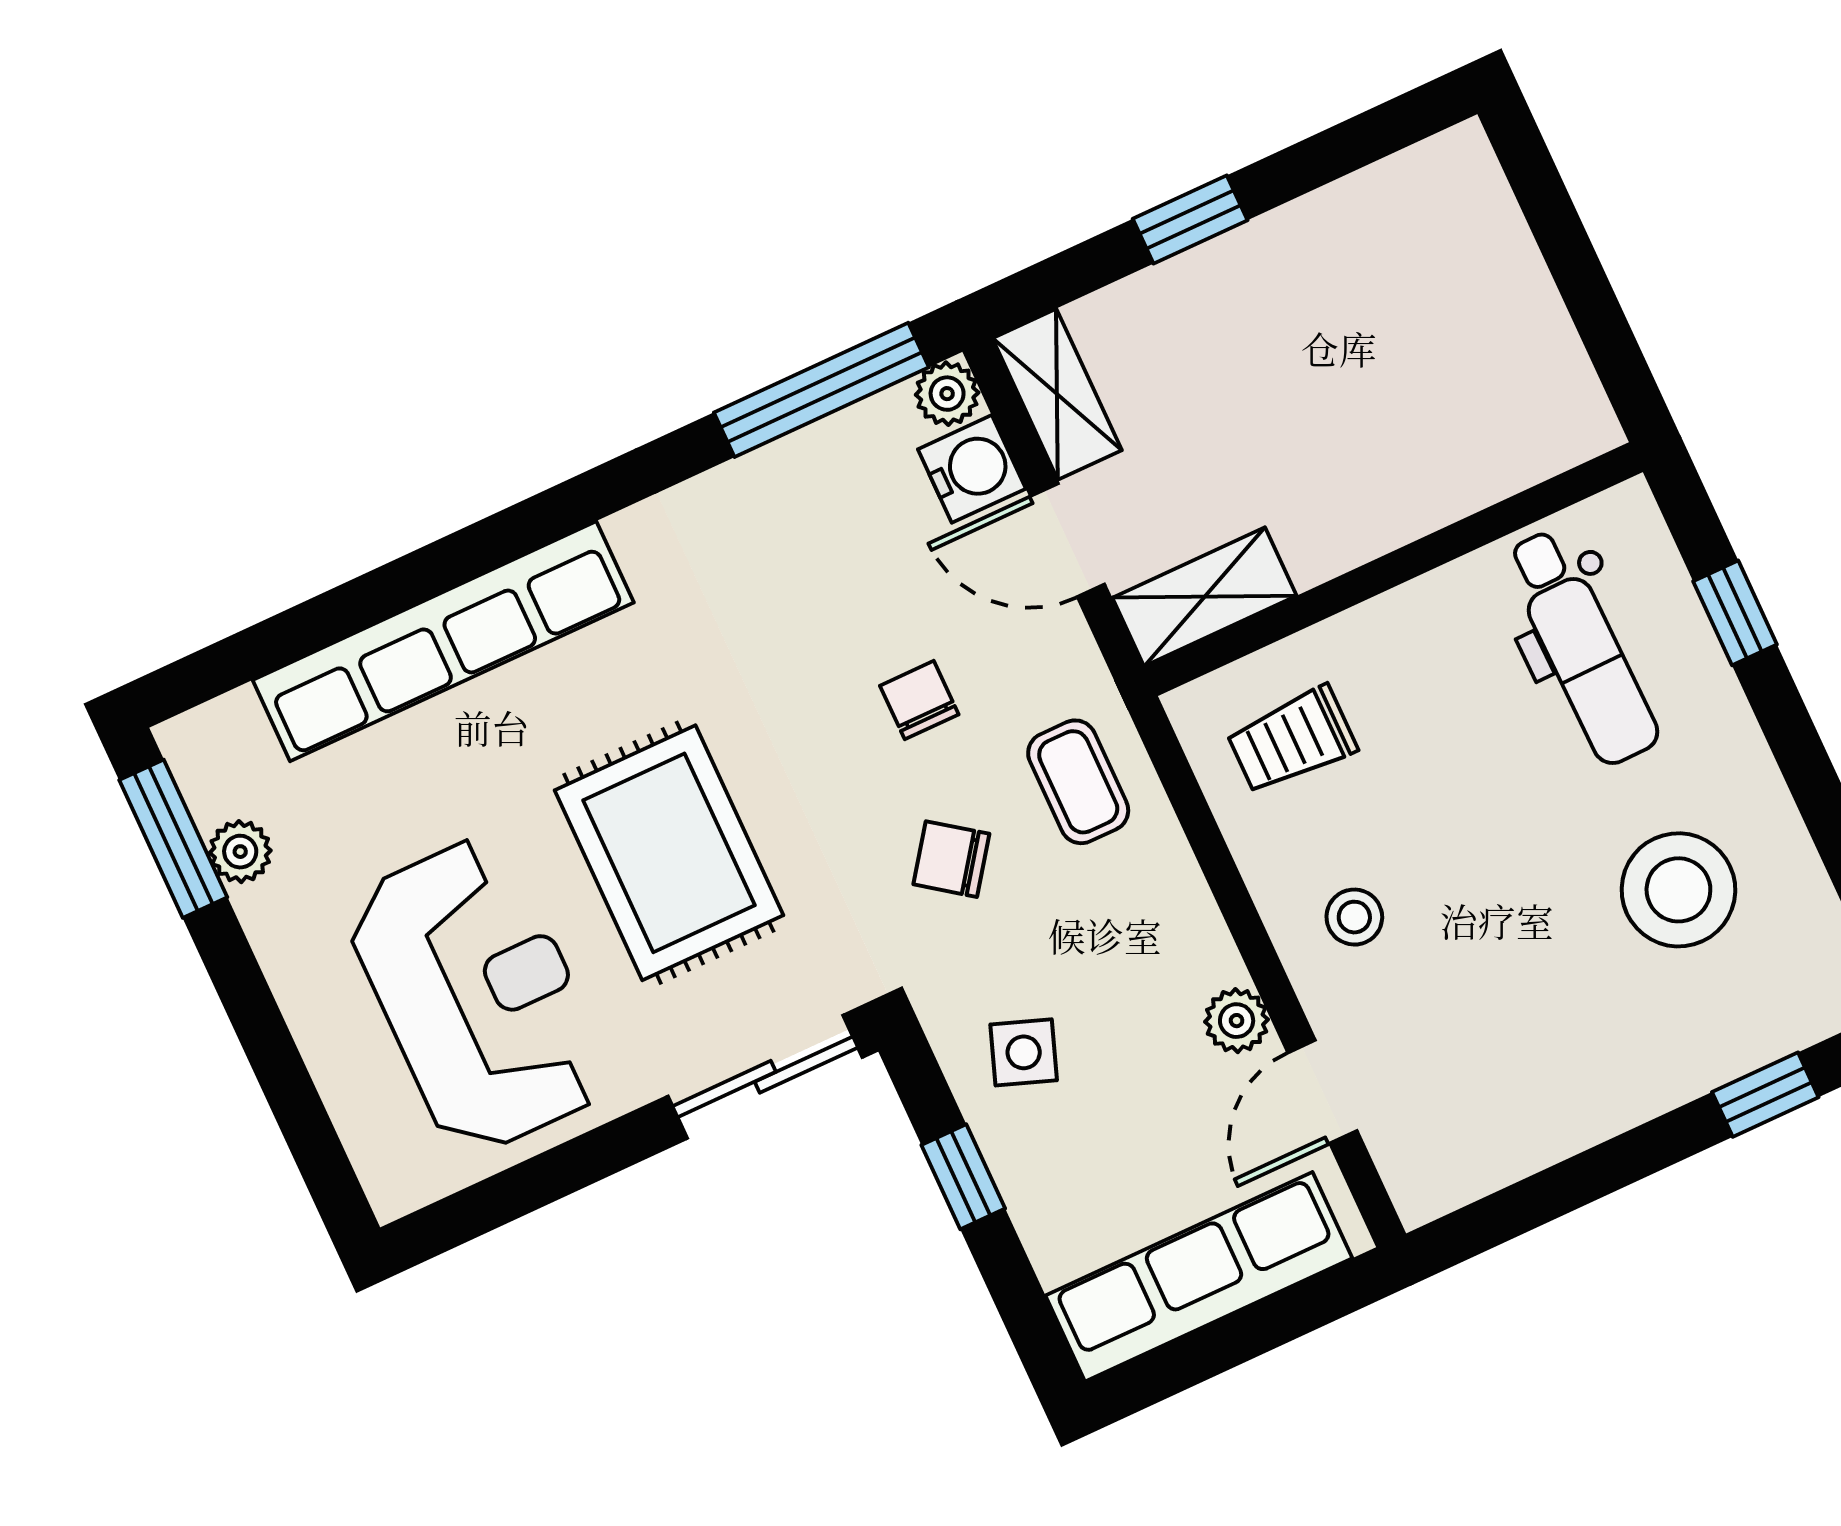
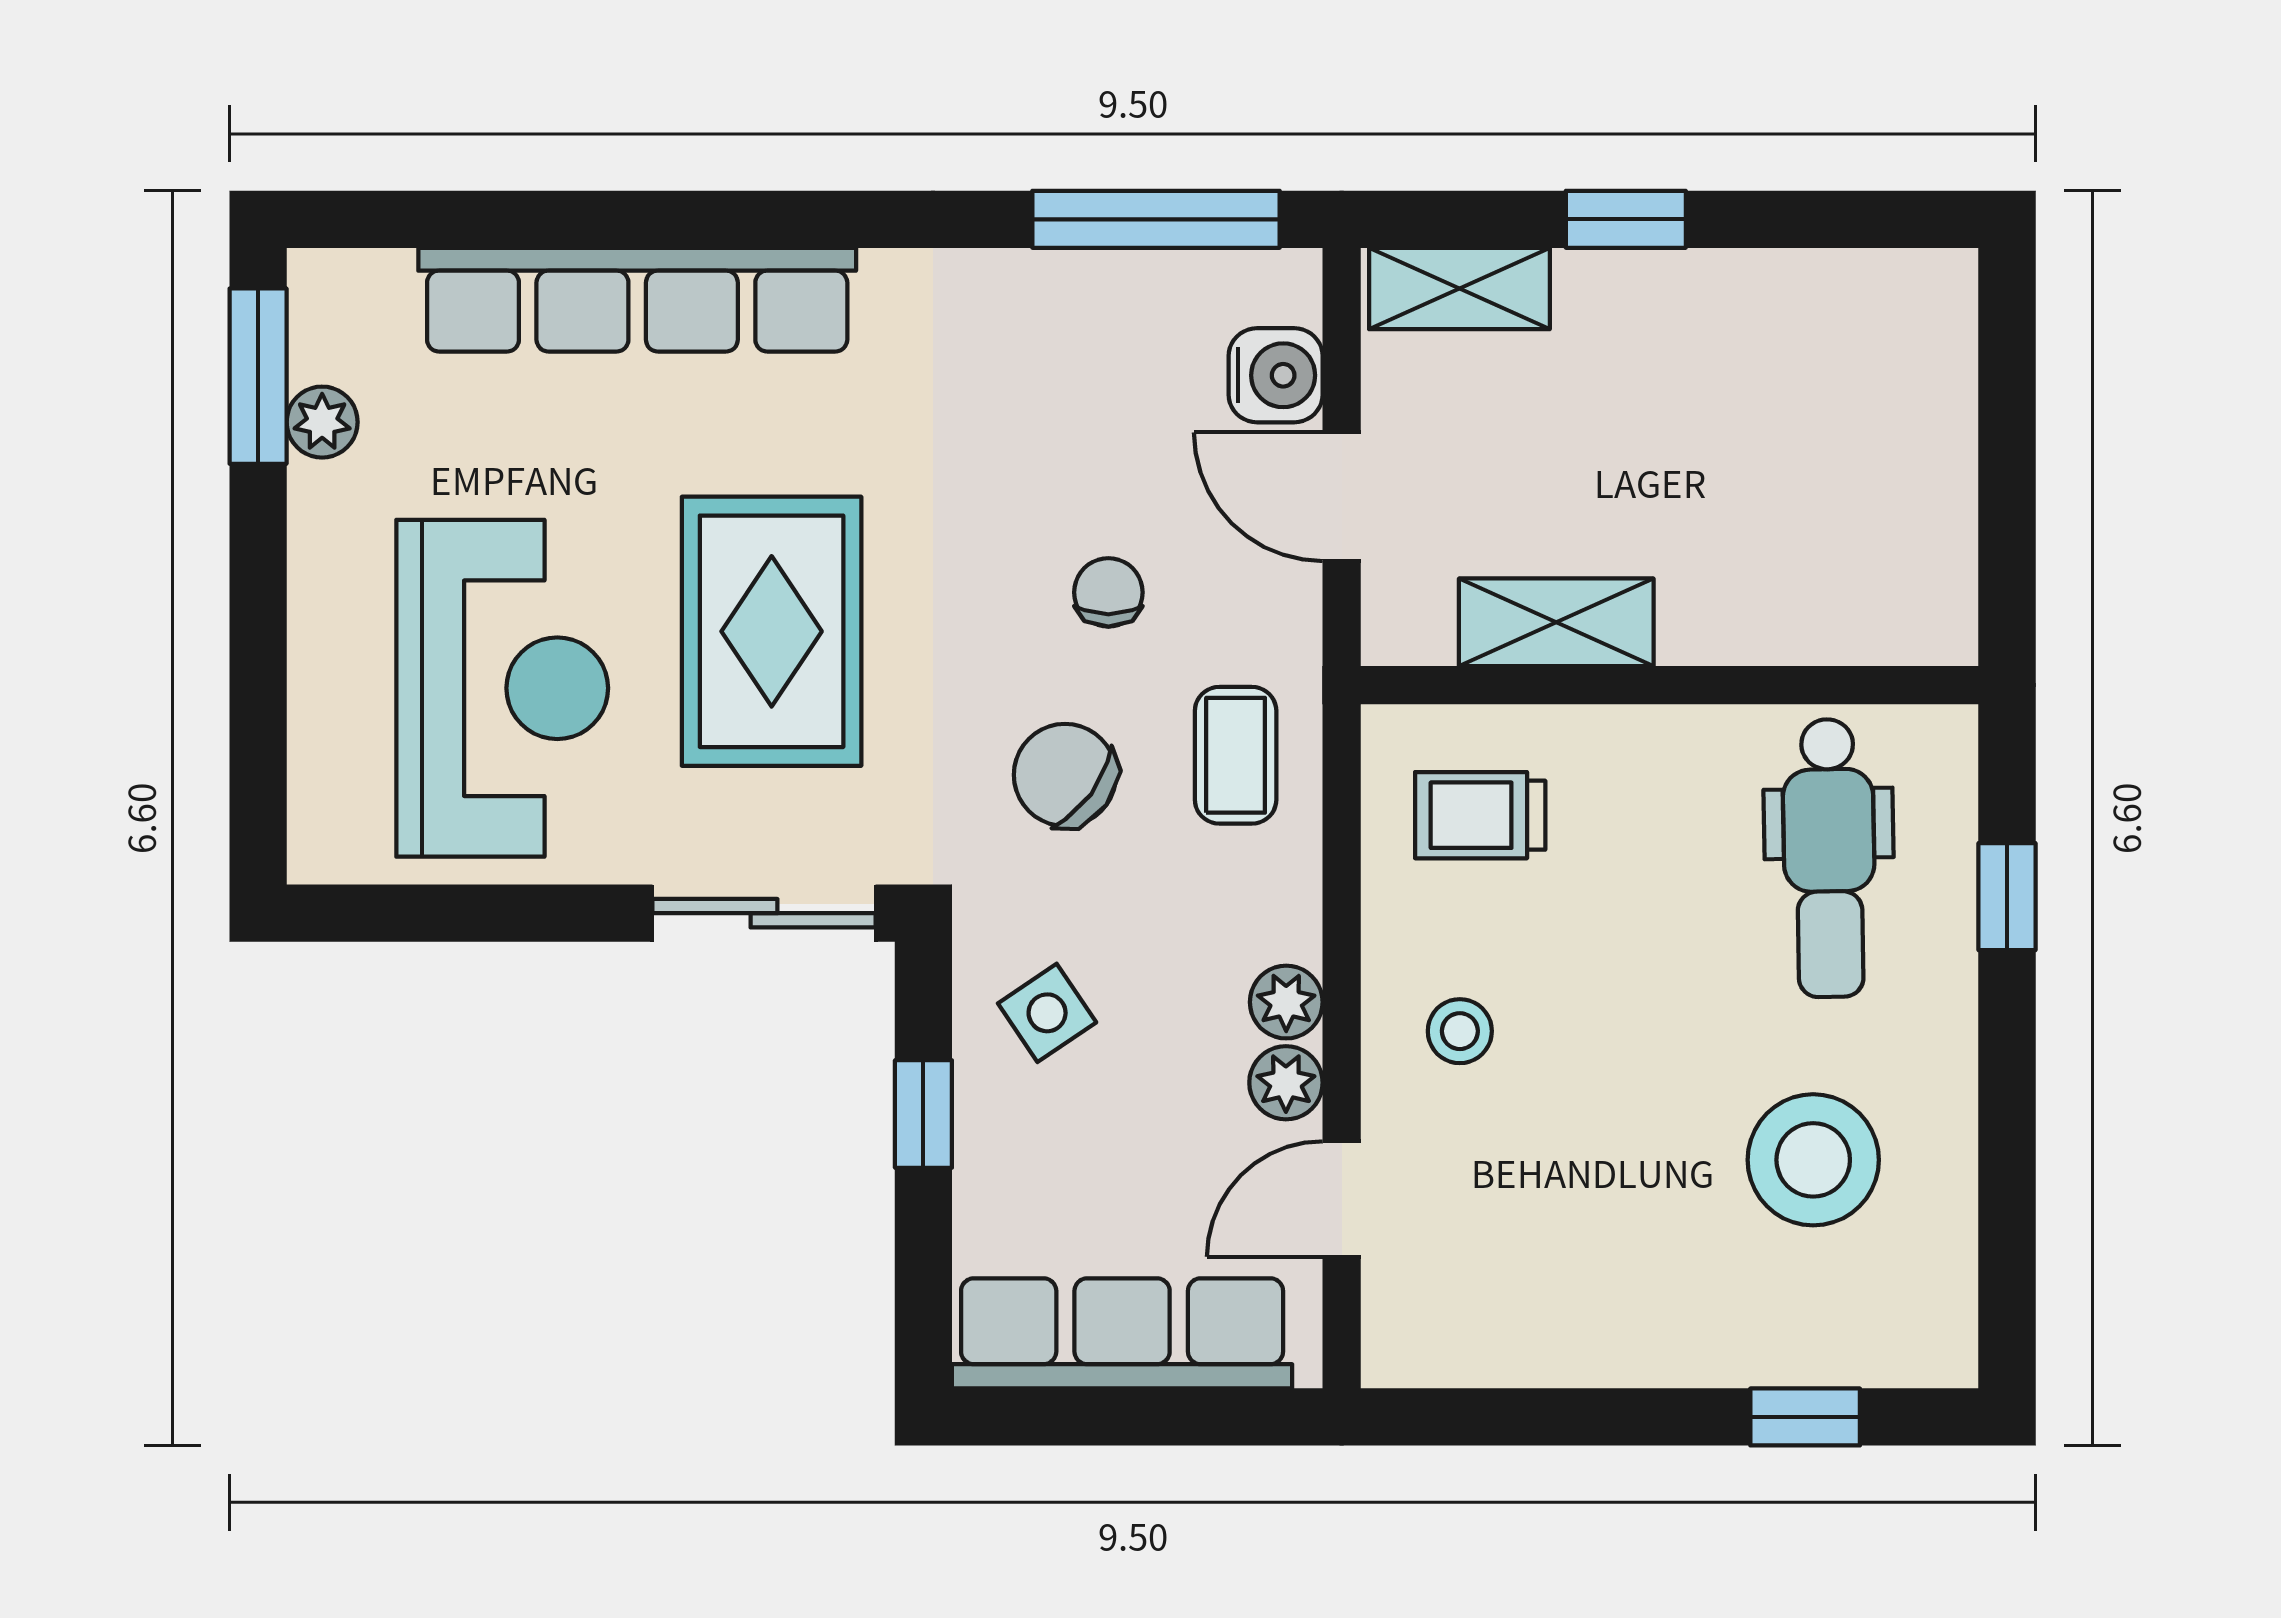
plant: (947, 394) -> (1286, 1002), moved
shelving: (1057, 394) -> (1459, 288), moved, turned 90
shelving: (1205, 597) -> (1556, 622), moved
chair: (951, 859) -> (1065, 775), width x1.37, depth x1.37
side table: (1024, 1052) -> (1047, 1013), turned 36

